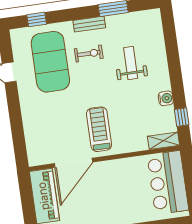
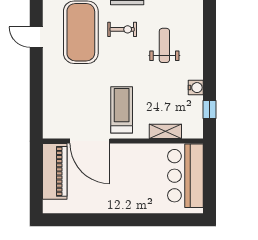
shelving: (163, 141) -> (165, 131), moved
door: (73, 163) -> (90, 141), hinge flipped

